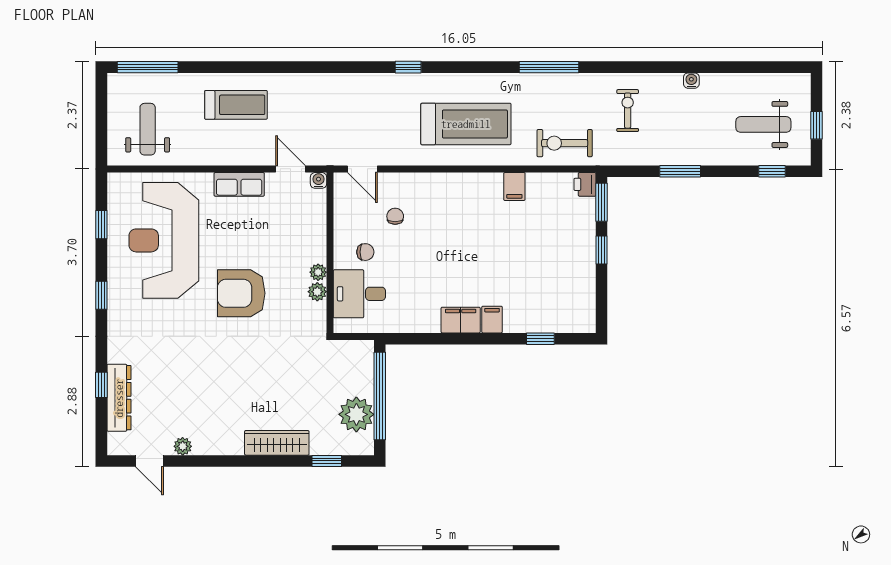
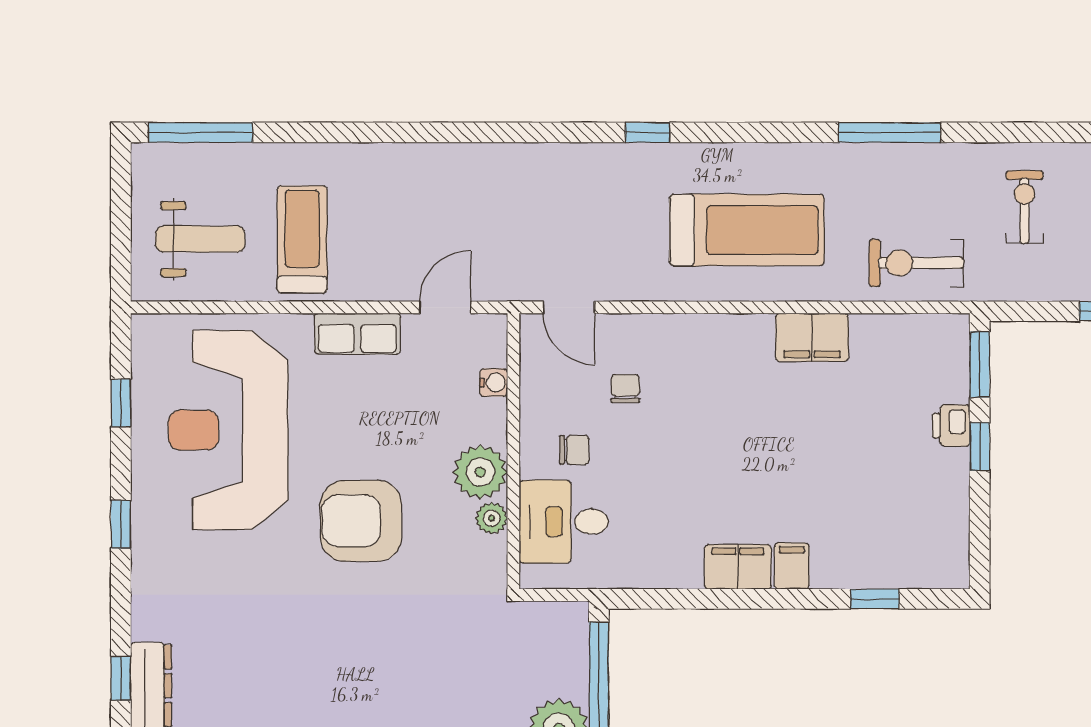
treadmill: (236, 105) -> (302, 239), moved, turned -90
weight bench: (148, 129) -> (200, 239), turned 90
door: (290, 169) -> (445, 307), hinge flipped
water cooler: (318, 180) -> (494, 383), moved, turned 90
printer: (585, 184) -> (951, 425), moved
filing cabinet: (514, 186) -> (812, 337), width x2.00
plant: (318, 272) -> (480, 472), width x1.88, depth x1.88

